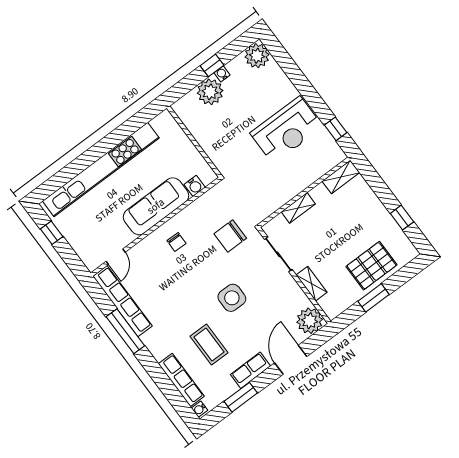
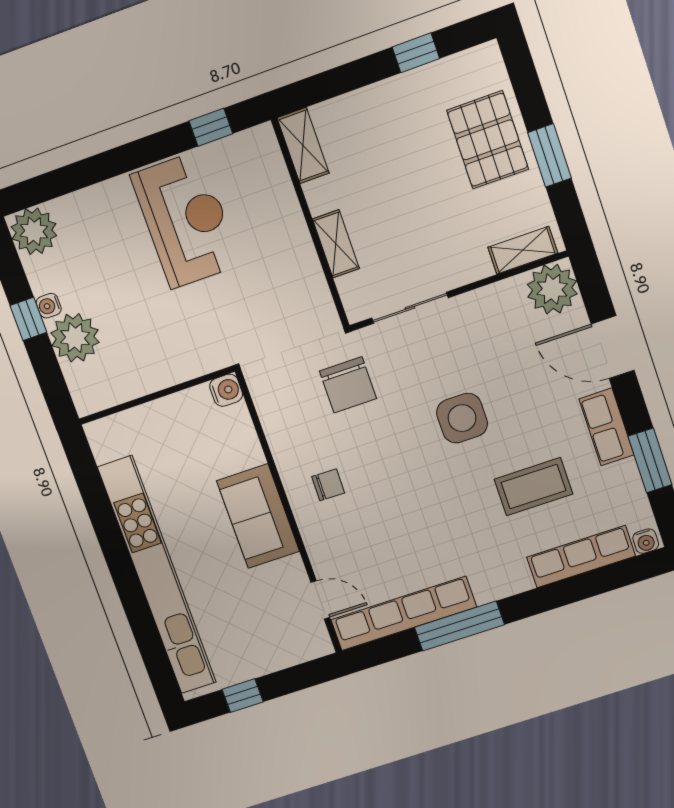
water cooler: (195, 186) -> (226, 390), moved
sofa: (156, 206) -> (258, 516), width x0.73
shelving: (312, 284) -> (523, 250), moved

